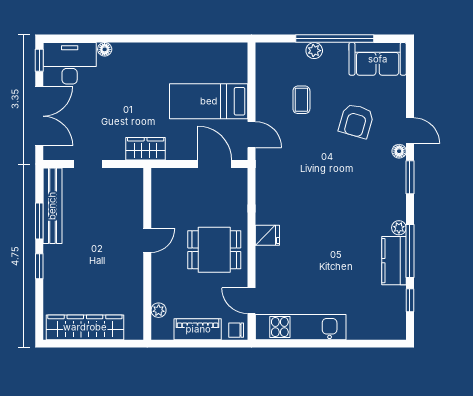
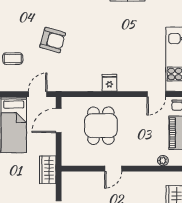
armchair: (356, 121) -> (53, 40), moved
door: (147, 240) -> (113, 169), swing flipped
dining table: (214, 250) -> (101, 126), moved

